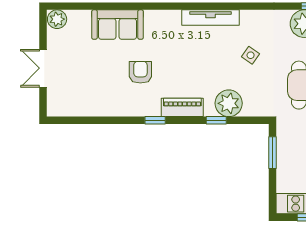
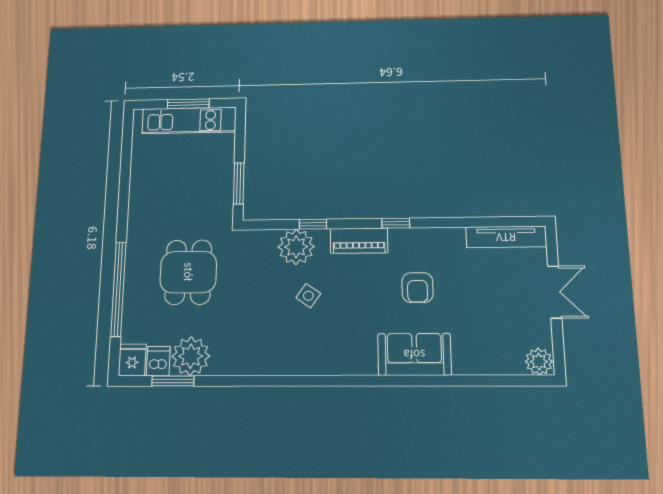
tv unit: (211, 18) -> (506, 237), moved, turned 180
sofa: (118, 25) -> (414, 354), moved
side table: (251, 55) -> (308, 296), moved

